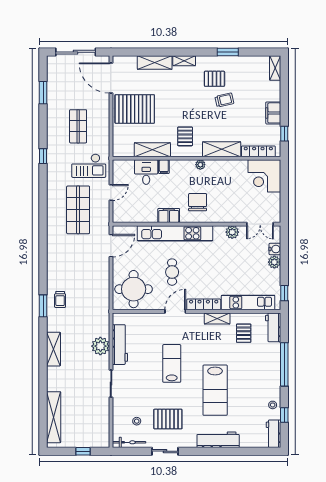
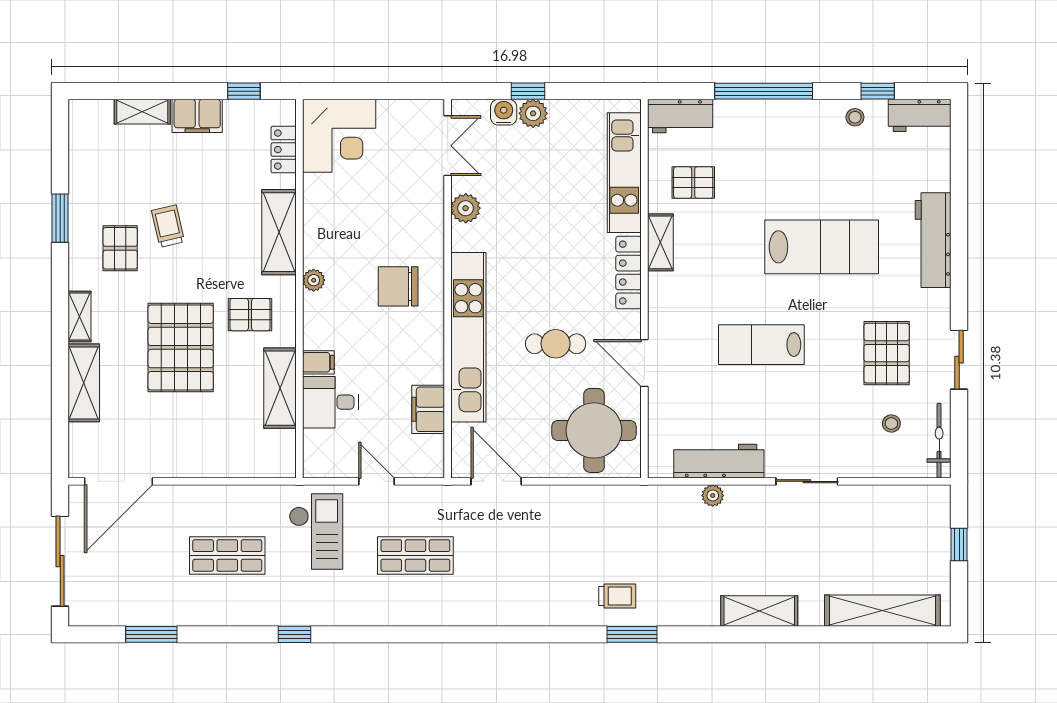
shelving: (275, 68) -> (142, 112), moved
pallet: (135, 109) -> (181, 347), moved
locker: (258, 151) -> (284, 150), width x0.66
shop shelf: (78, 210) -> (415, 555), width x0.70, depth x0.74
filing cabinet: (169, 215) -> (428, 409), moved
window: (284, 293) -> (528, 91), moved
door: (175, 311) -> (644, 363), moved
plant: (100, 346) -> (713, 496), width x0.53, depth x0.53
shelving: (53, 349) -> (759, 611), moved

